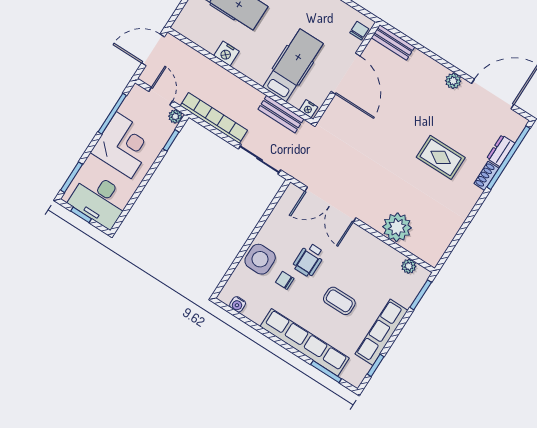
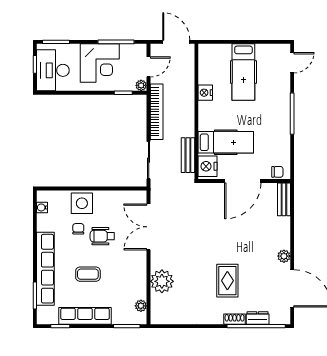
nightstand: (308, 109) -> (208, 166), width x1.89, depth x1.79
coffee table: (339, 301) -> (88, 274), turned 90

